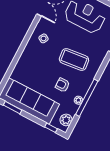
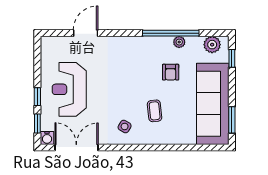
coffee table: (74, 59) -> (155, 111), moved, width x0.54, depth x0.58

